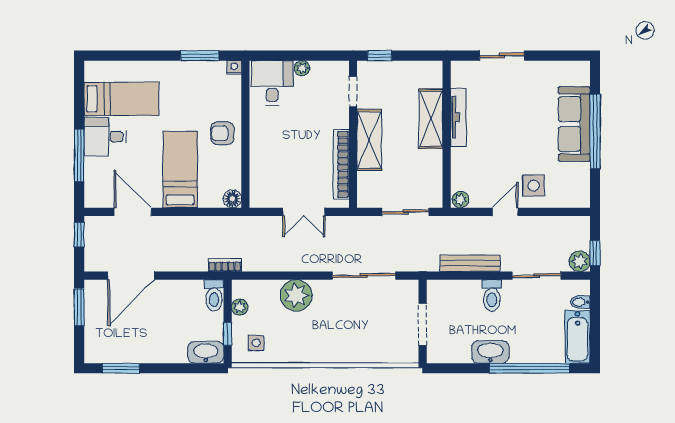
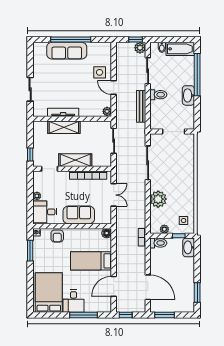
bed: (121, 99) -> (49, 292), width x1.50
armchair: (222, 133) -> (57, 236), moved
sofa: (266, 147) -> (79, 215), added

